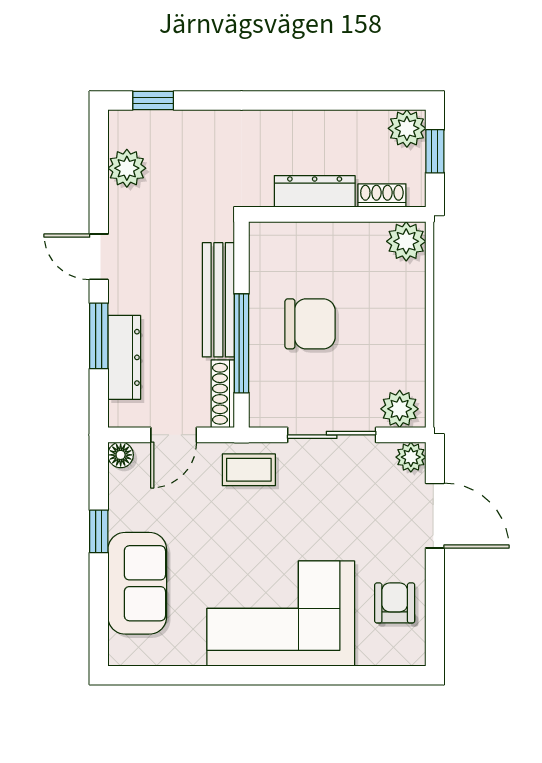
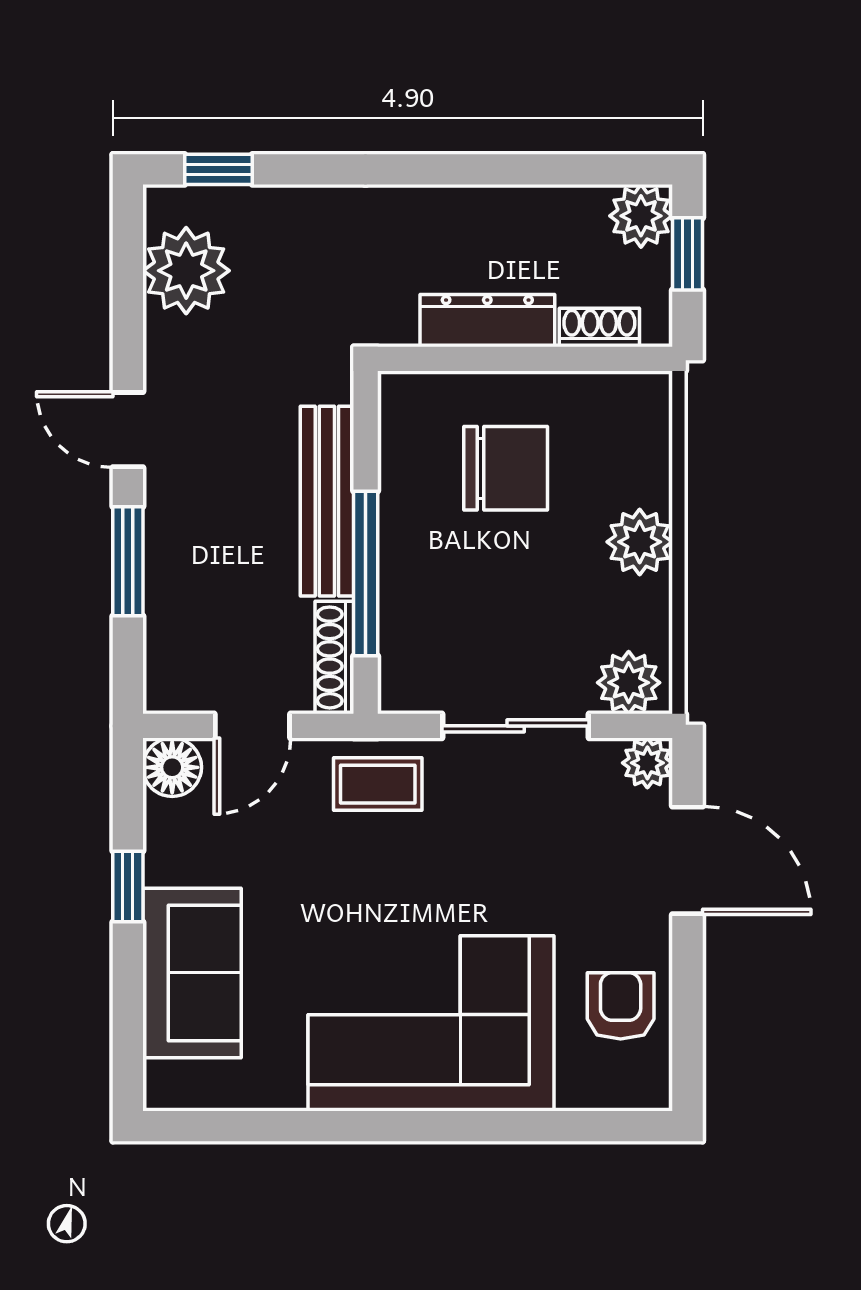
plant: (127, 168) -> (186, 271), width x1.36, depth x1.36
plant: (406, 241) -> (640, 542), moved
chair: (310, 324) -> (506, 468), moved
dresser: (124, 357) -> (170, 597), removed
floor lamp: (121, 455) -> (172, 767), width x1.37, depth x1.37

